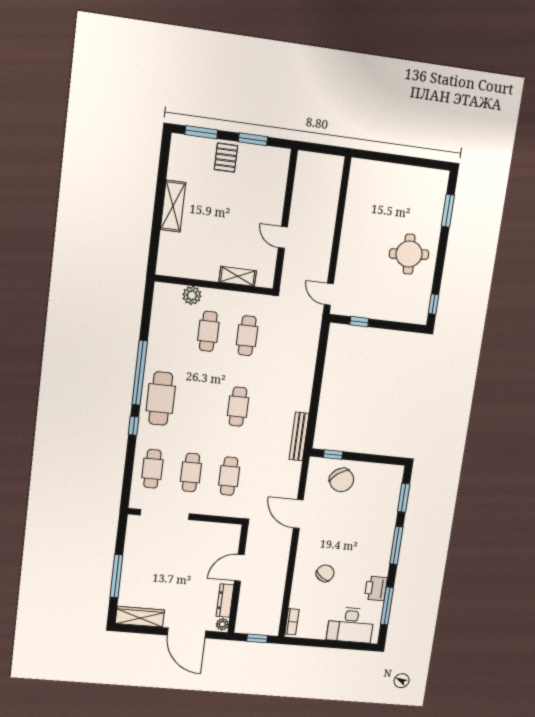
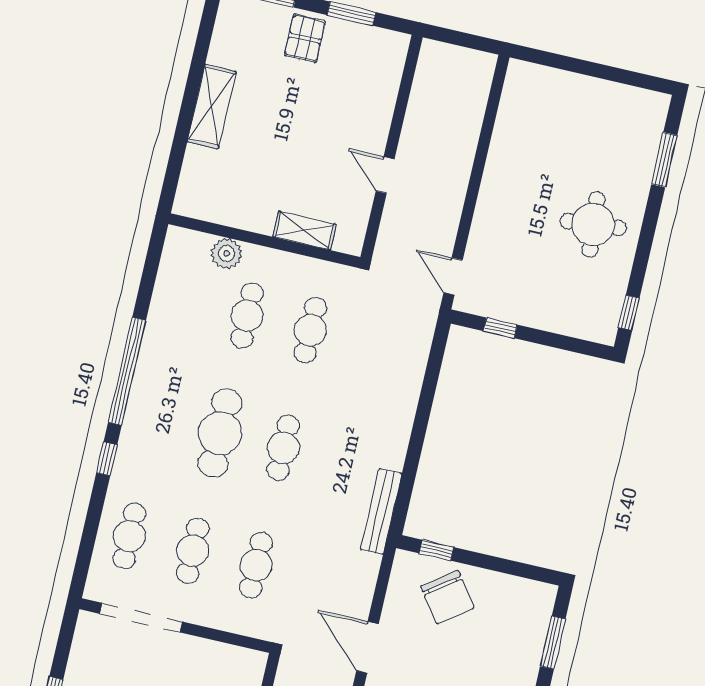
cafe table: (161, 399) -> (220, 433), moved

